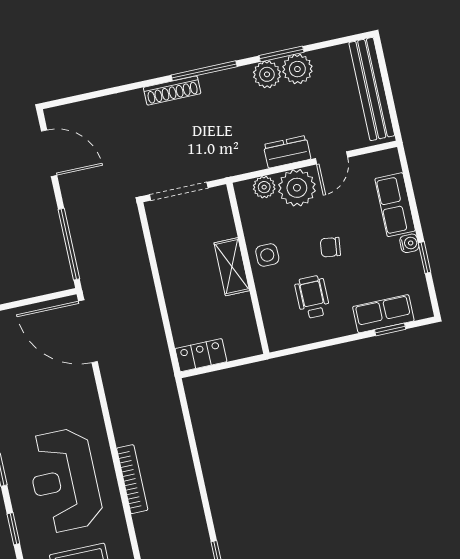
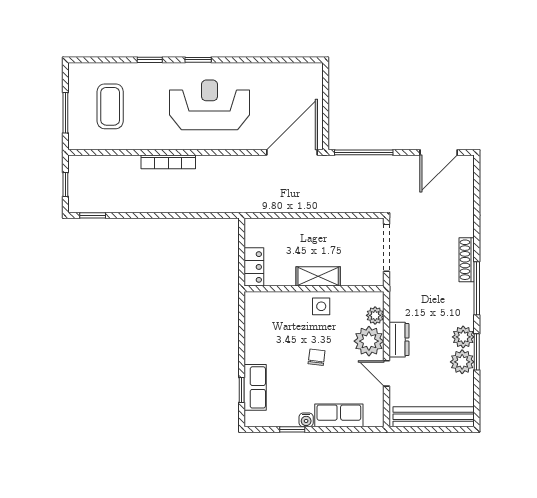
wheelchair: (312, 297) -> (280, 335), removed
locker: (201, 355) -> (254, 267), moved
reception desk: (64, 480) -> (210, 105), moved

